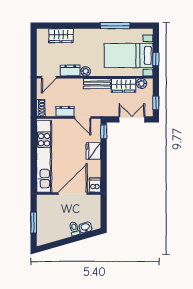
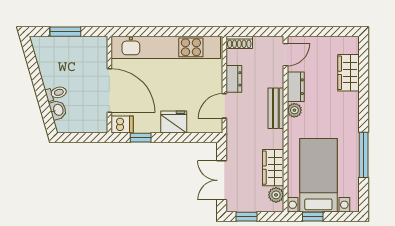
door: (49, 77) -> (286, 55), swing flipped
bench: (97, 84) -> (276, 108), moved
double door: (132, 119) -> (222, 180), swing flipped
window: (104, 132) -> (141, 138), moved

